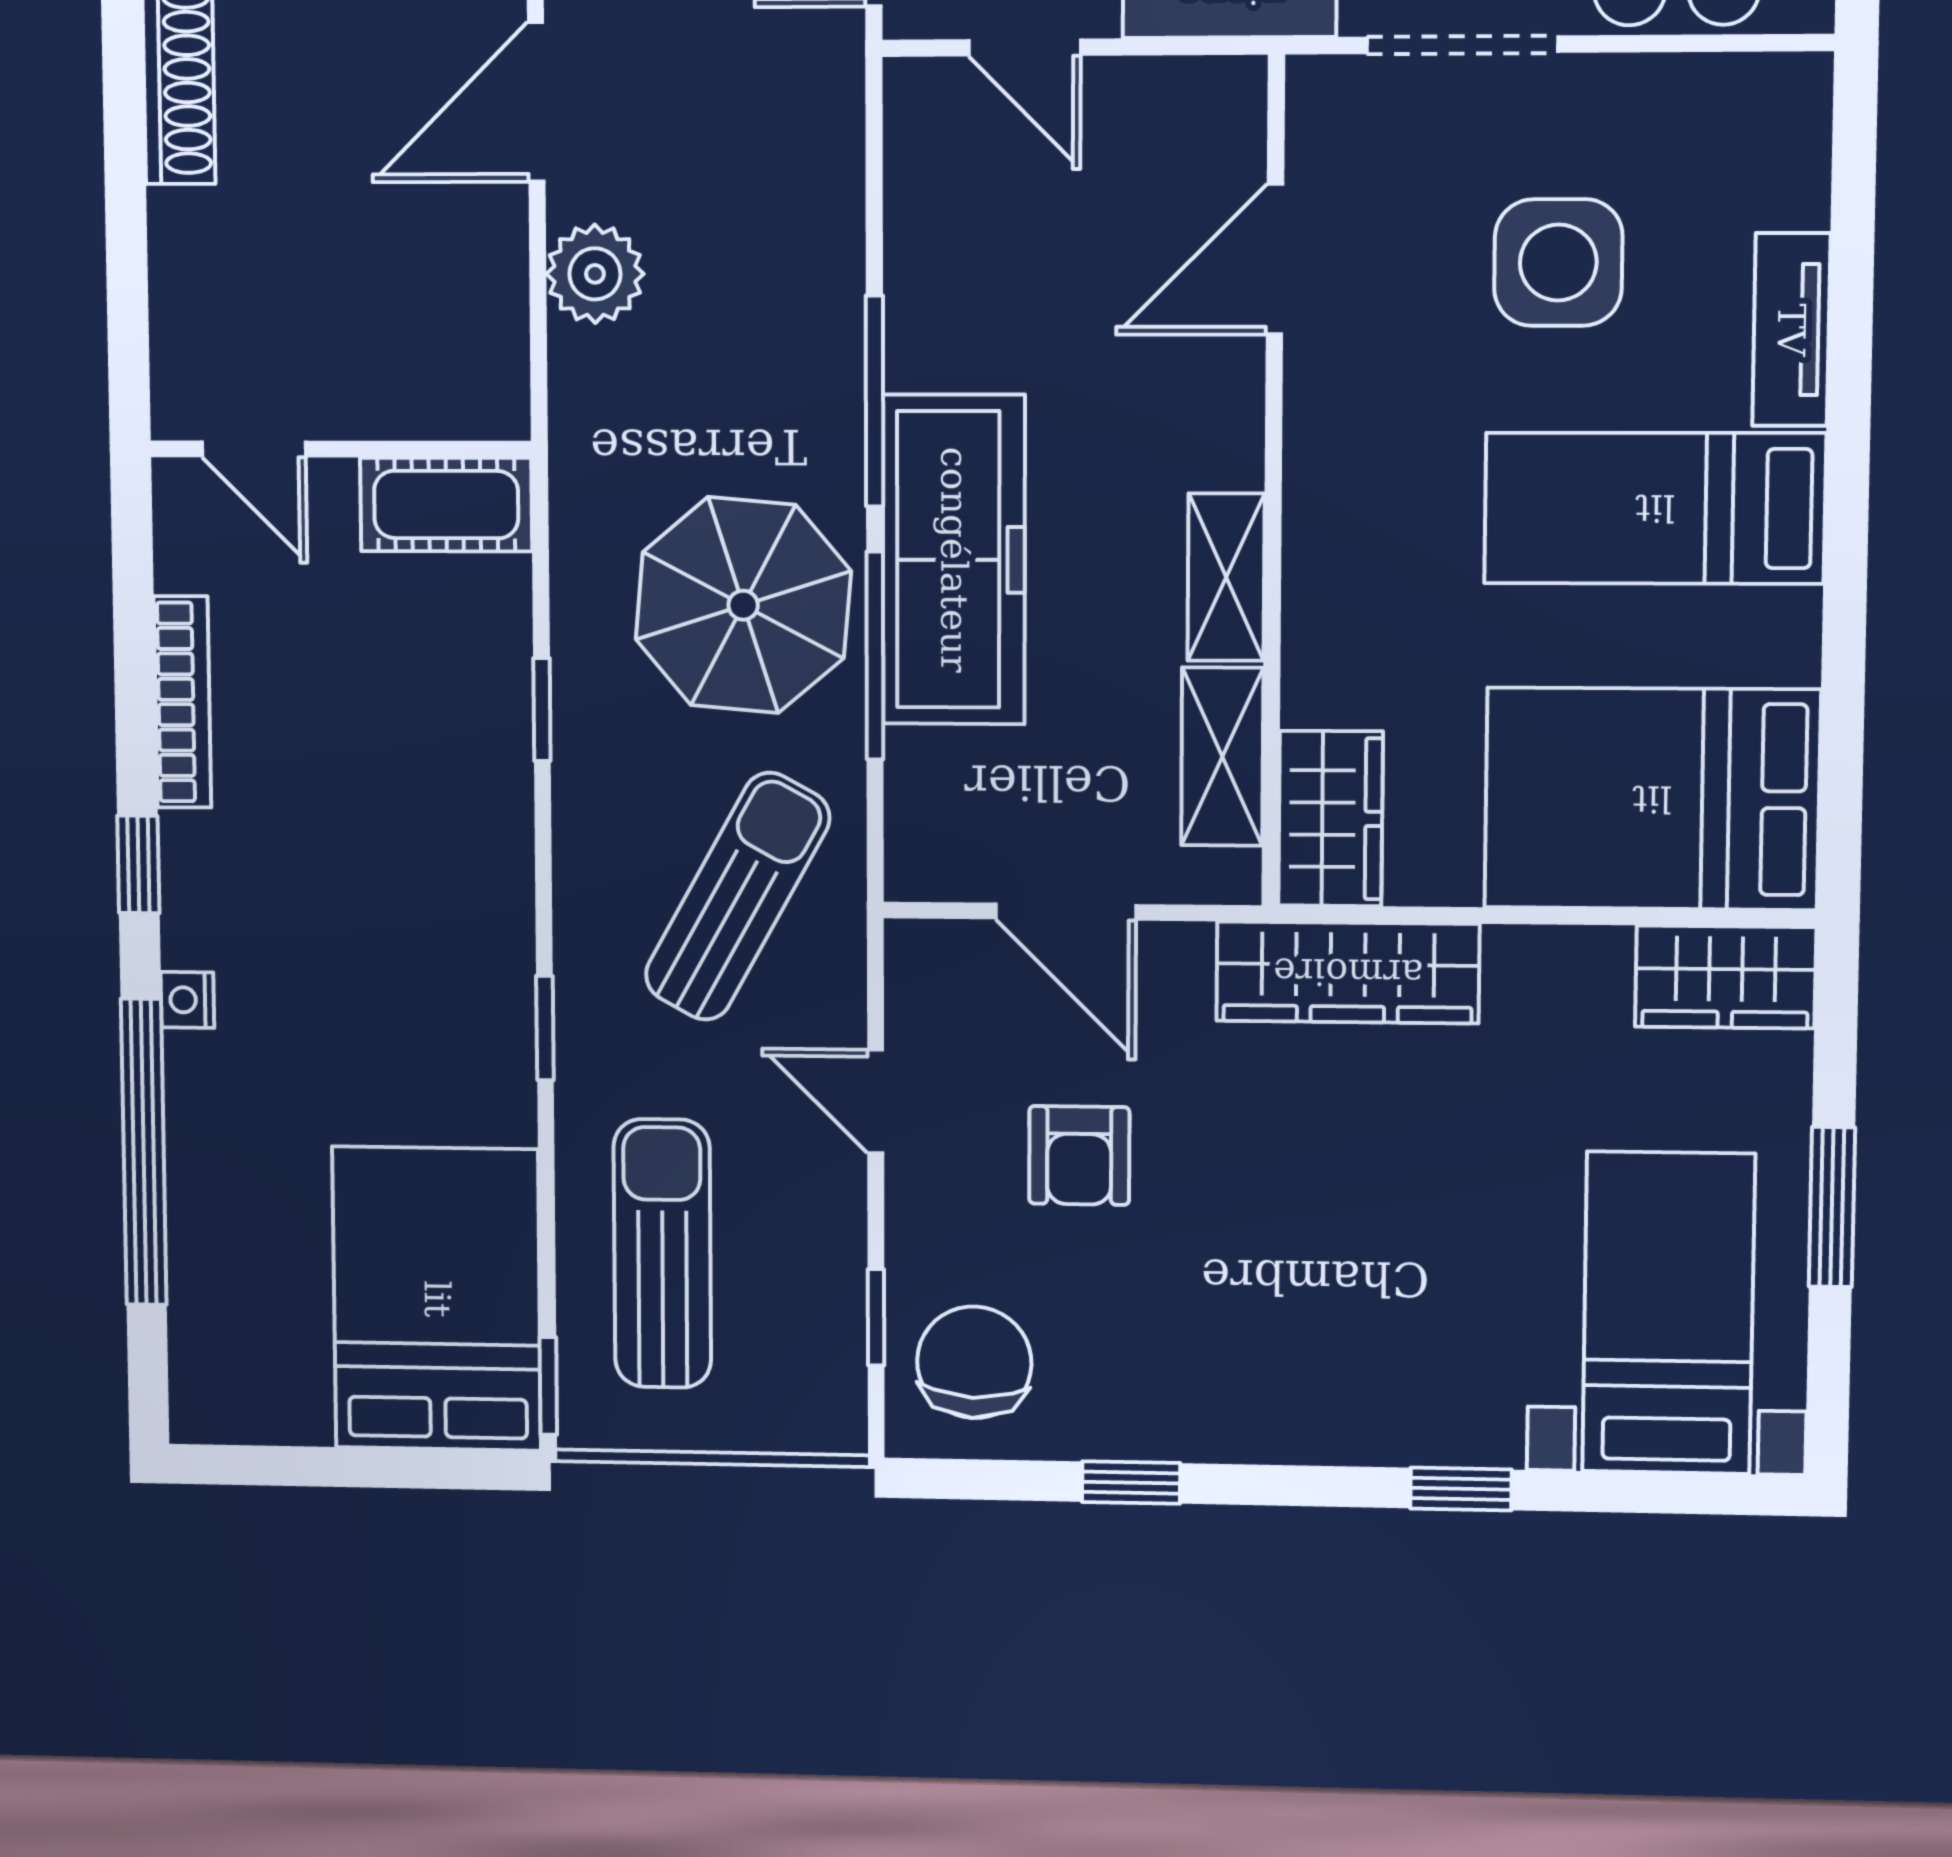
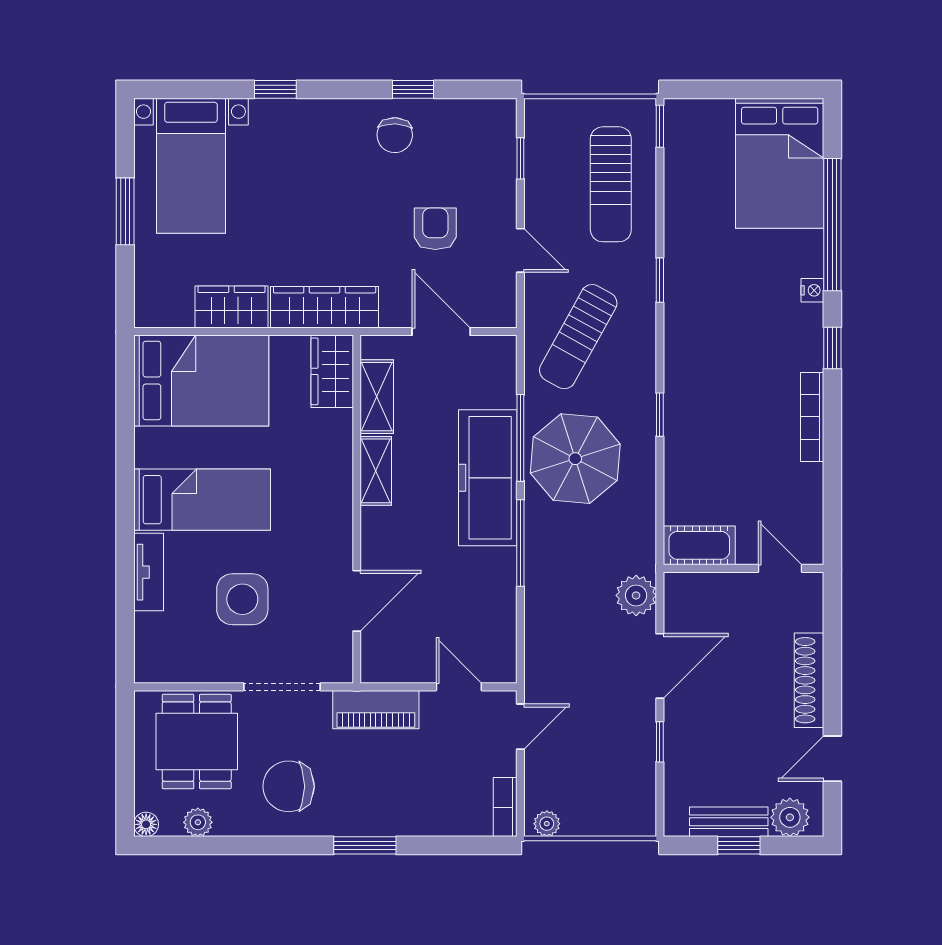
door: (254, 449) -> (780, 568), moved
wall: (340, 449) -> (743, 568), moved
cot: (446, 505) -> (699, 545), moved
wardrobe: (1726, 977) -> (232, 307), moved
bed: (437, 1299) -> (780, 163), moved
chair: (974, 1362) -> (395, 135), moved, width x0.73, depth x0.73

